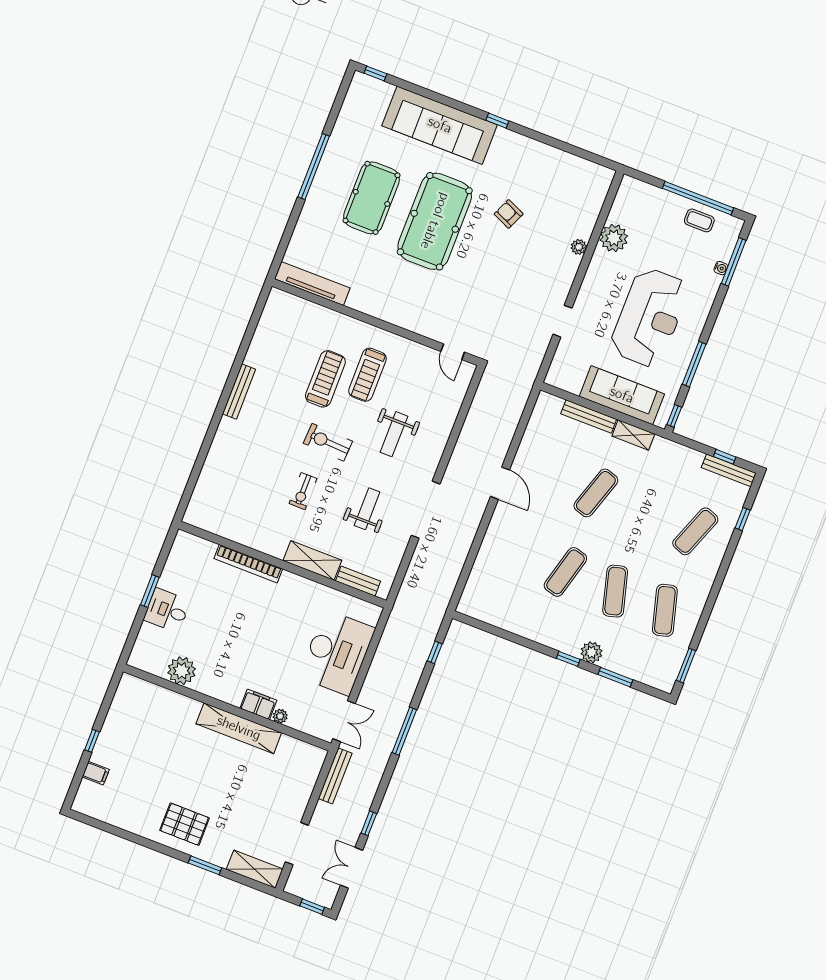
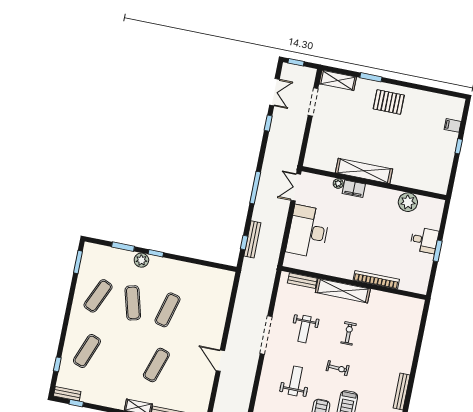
exercise bike: (328, 442) -> (338, 368), width x0.73, depth x0.72
bench: (729, 470) -> (67, 394), width x0.73
shelving: (312, 560) -> (343, 291), width x1.47
exercise mat: (665, 610) -> (98, 296), turned 39
bench: (335, 776) -> (252, 239), moved

